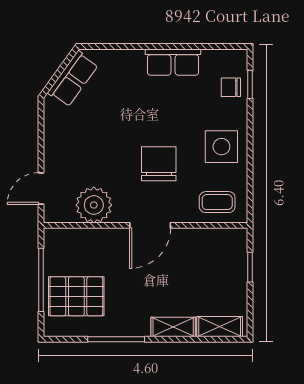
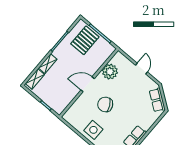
chair: (159, 164) -> (105, 104), turned 152
door: (41, 189) -> (142, 69), moved
coffee table: (217, 202) -> (76, 113), removed
door: (150, 225) -> (88, 84), hinge flipped

